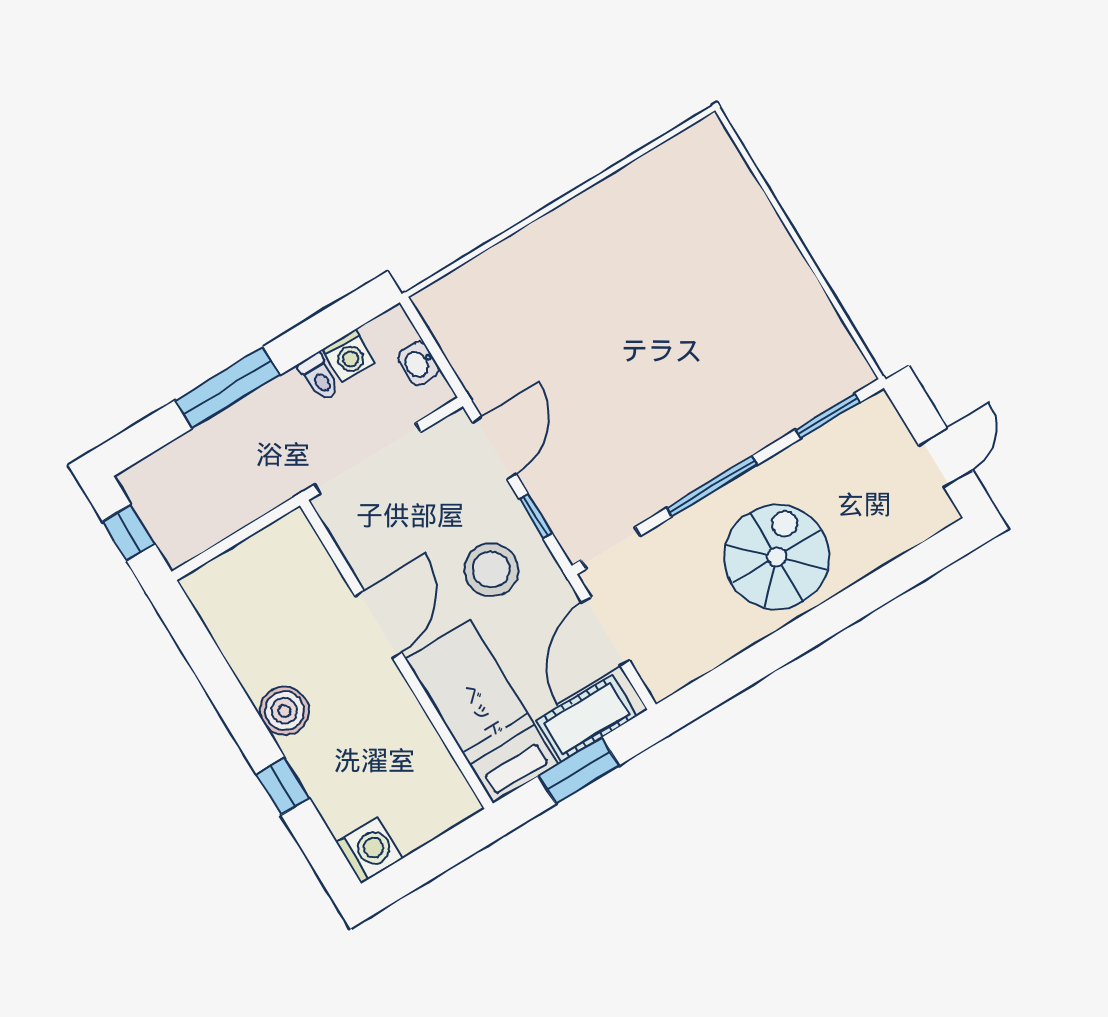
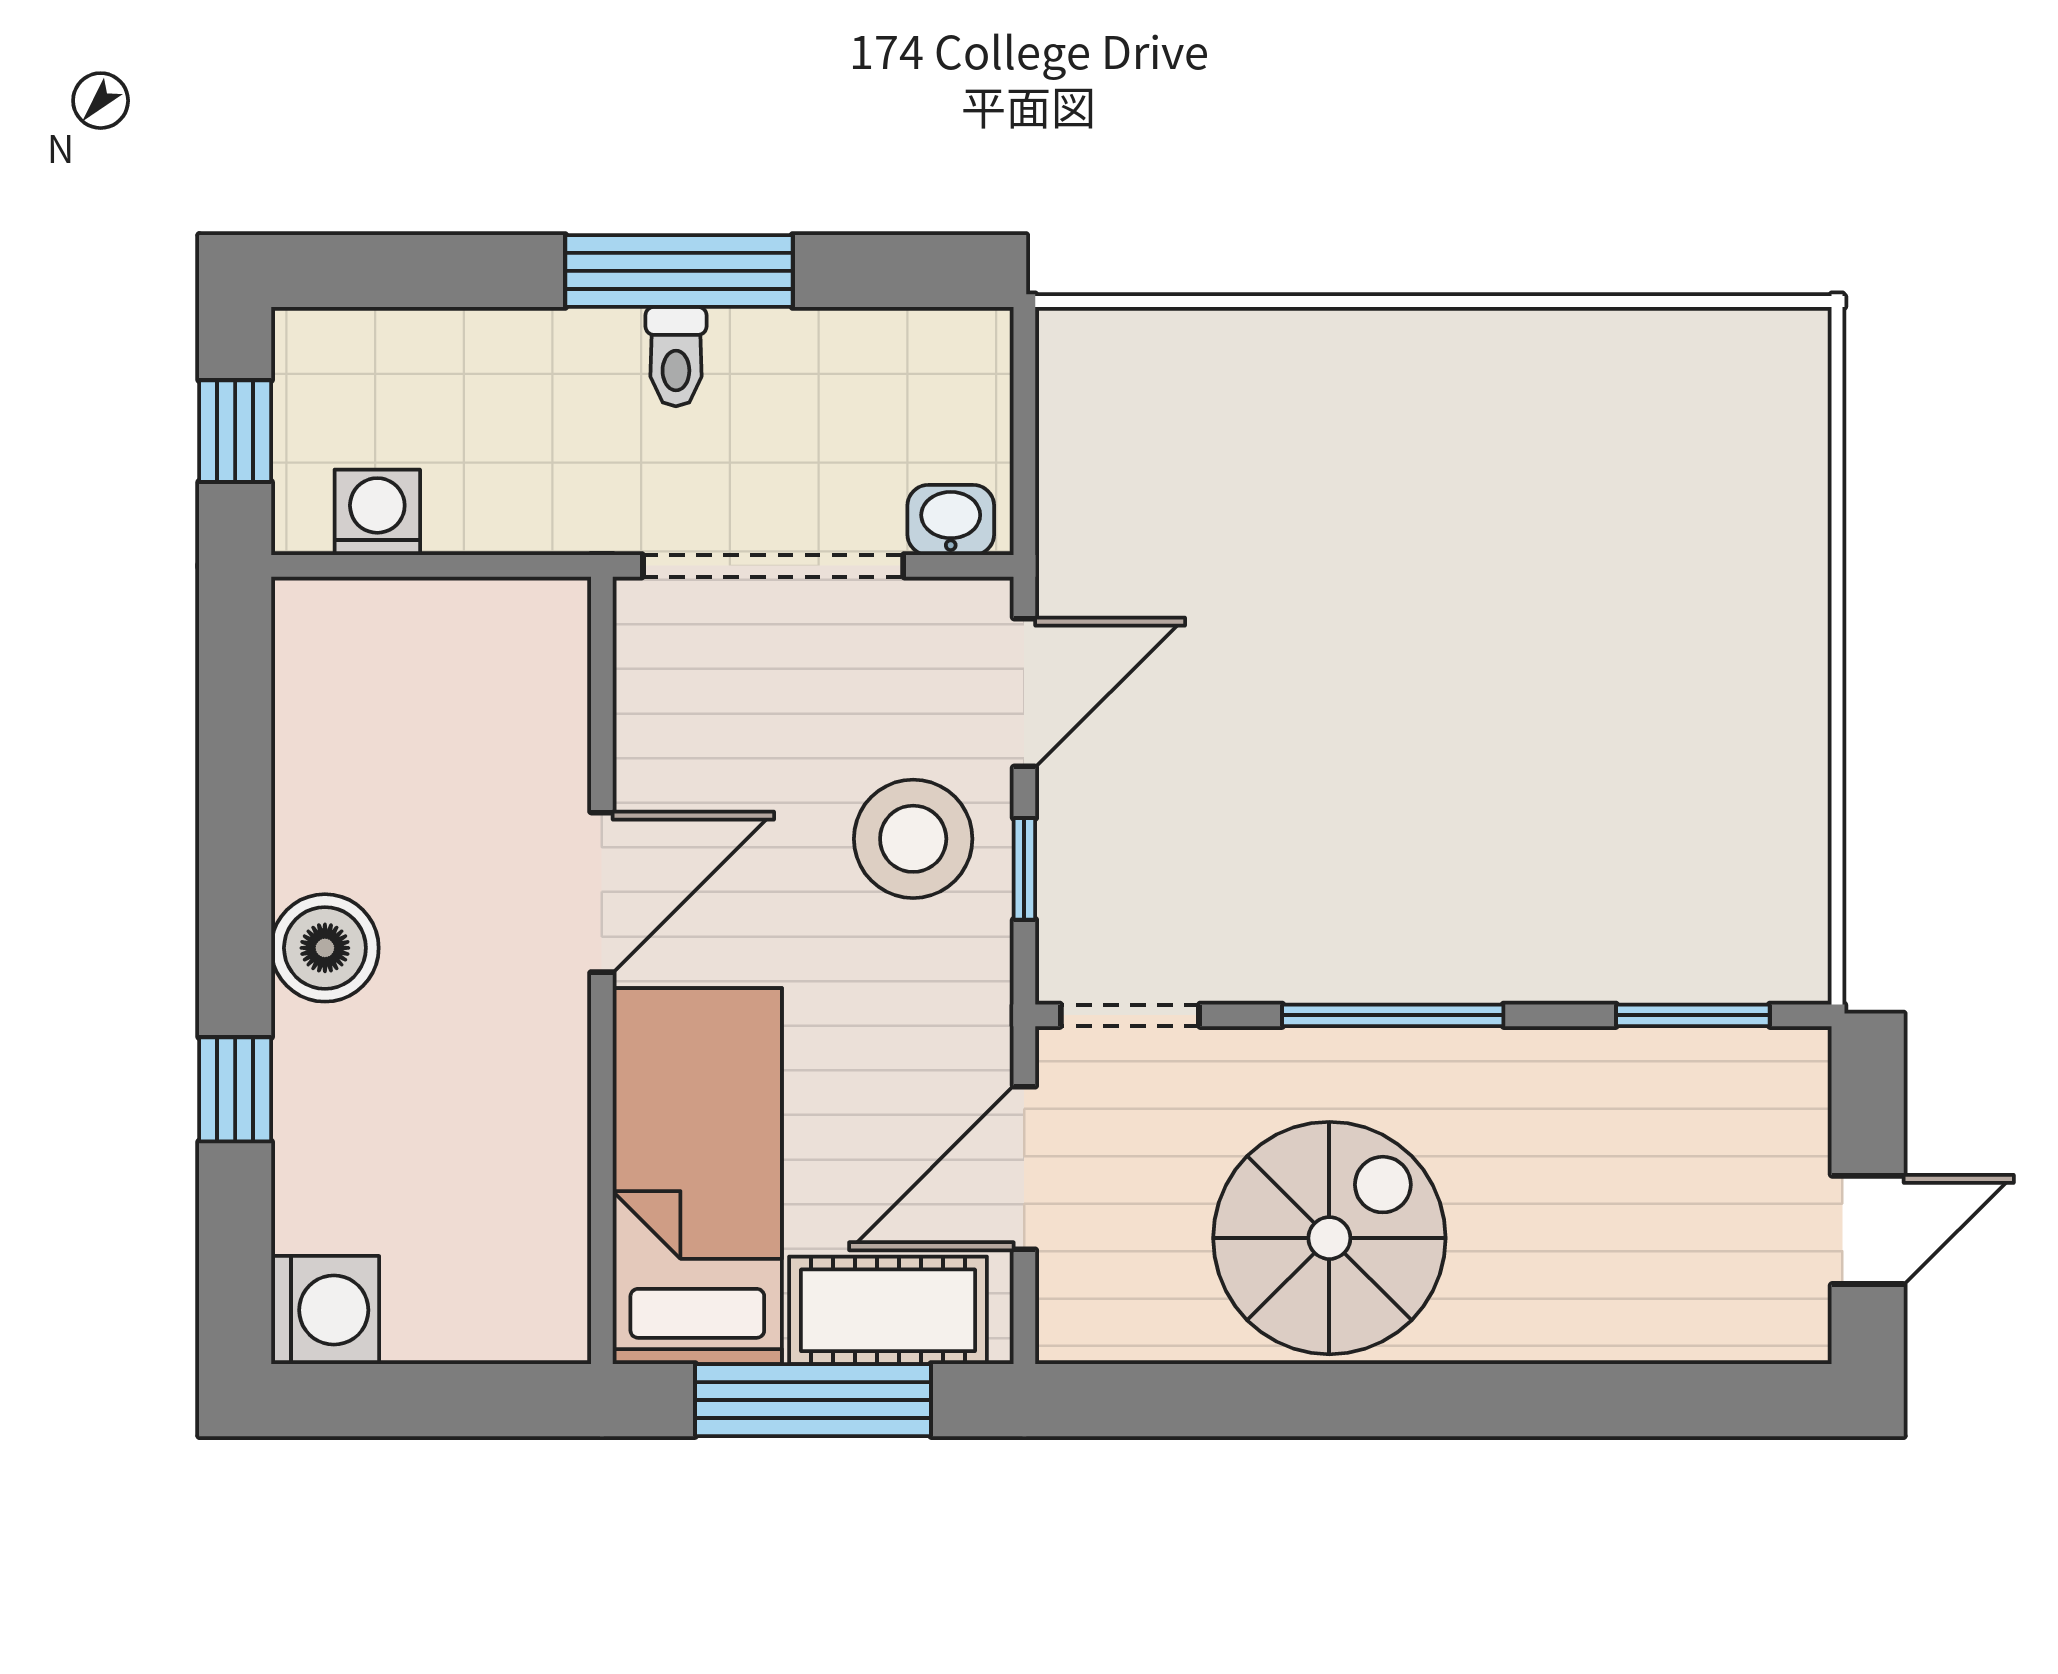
washing machine: (349, 356) -> (377, 512), moved, turned 180
washbasin: (419, 363) -> (951, 520), moved, turned 90
toilet: (319, 377) -> (676, 357), moved
window: (227, 388) -> (679, 271), moved
spiral stairs: (777, 557) -> (1329, 1238), moved
stool: (491, 570) -> (913, 839), moved
window: (579, 771) -> (813, 1400), width x1.44

